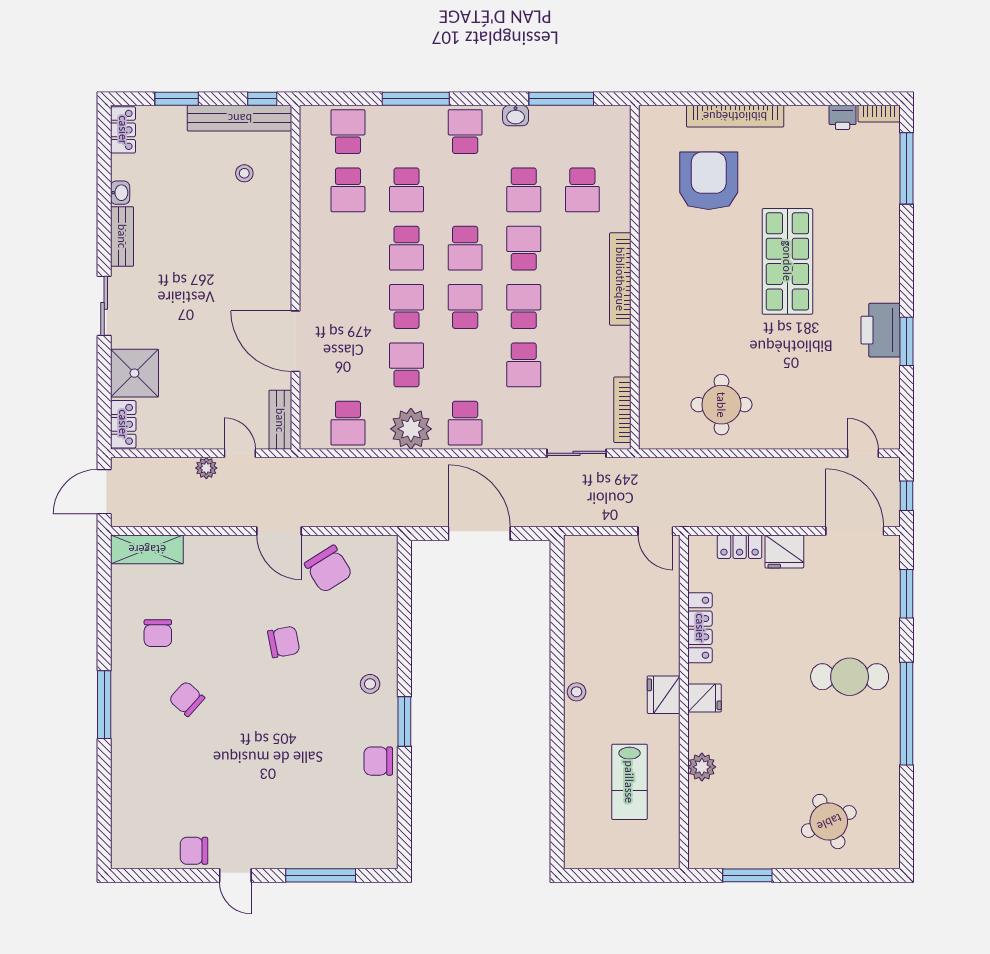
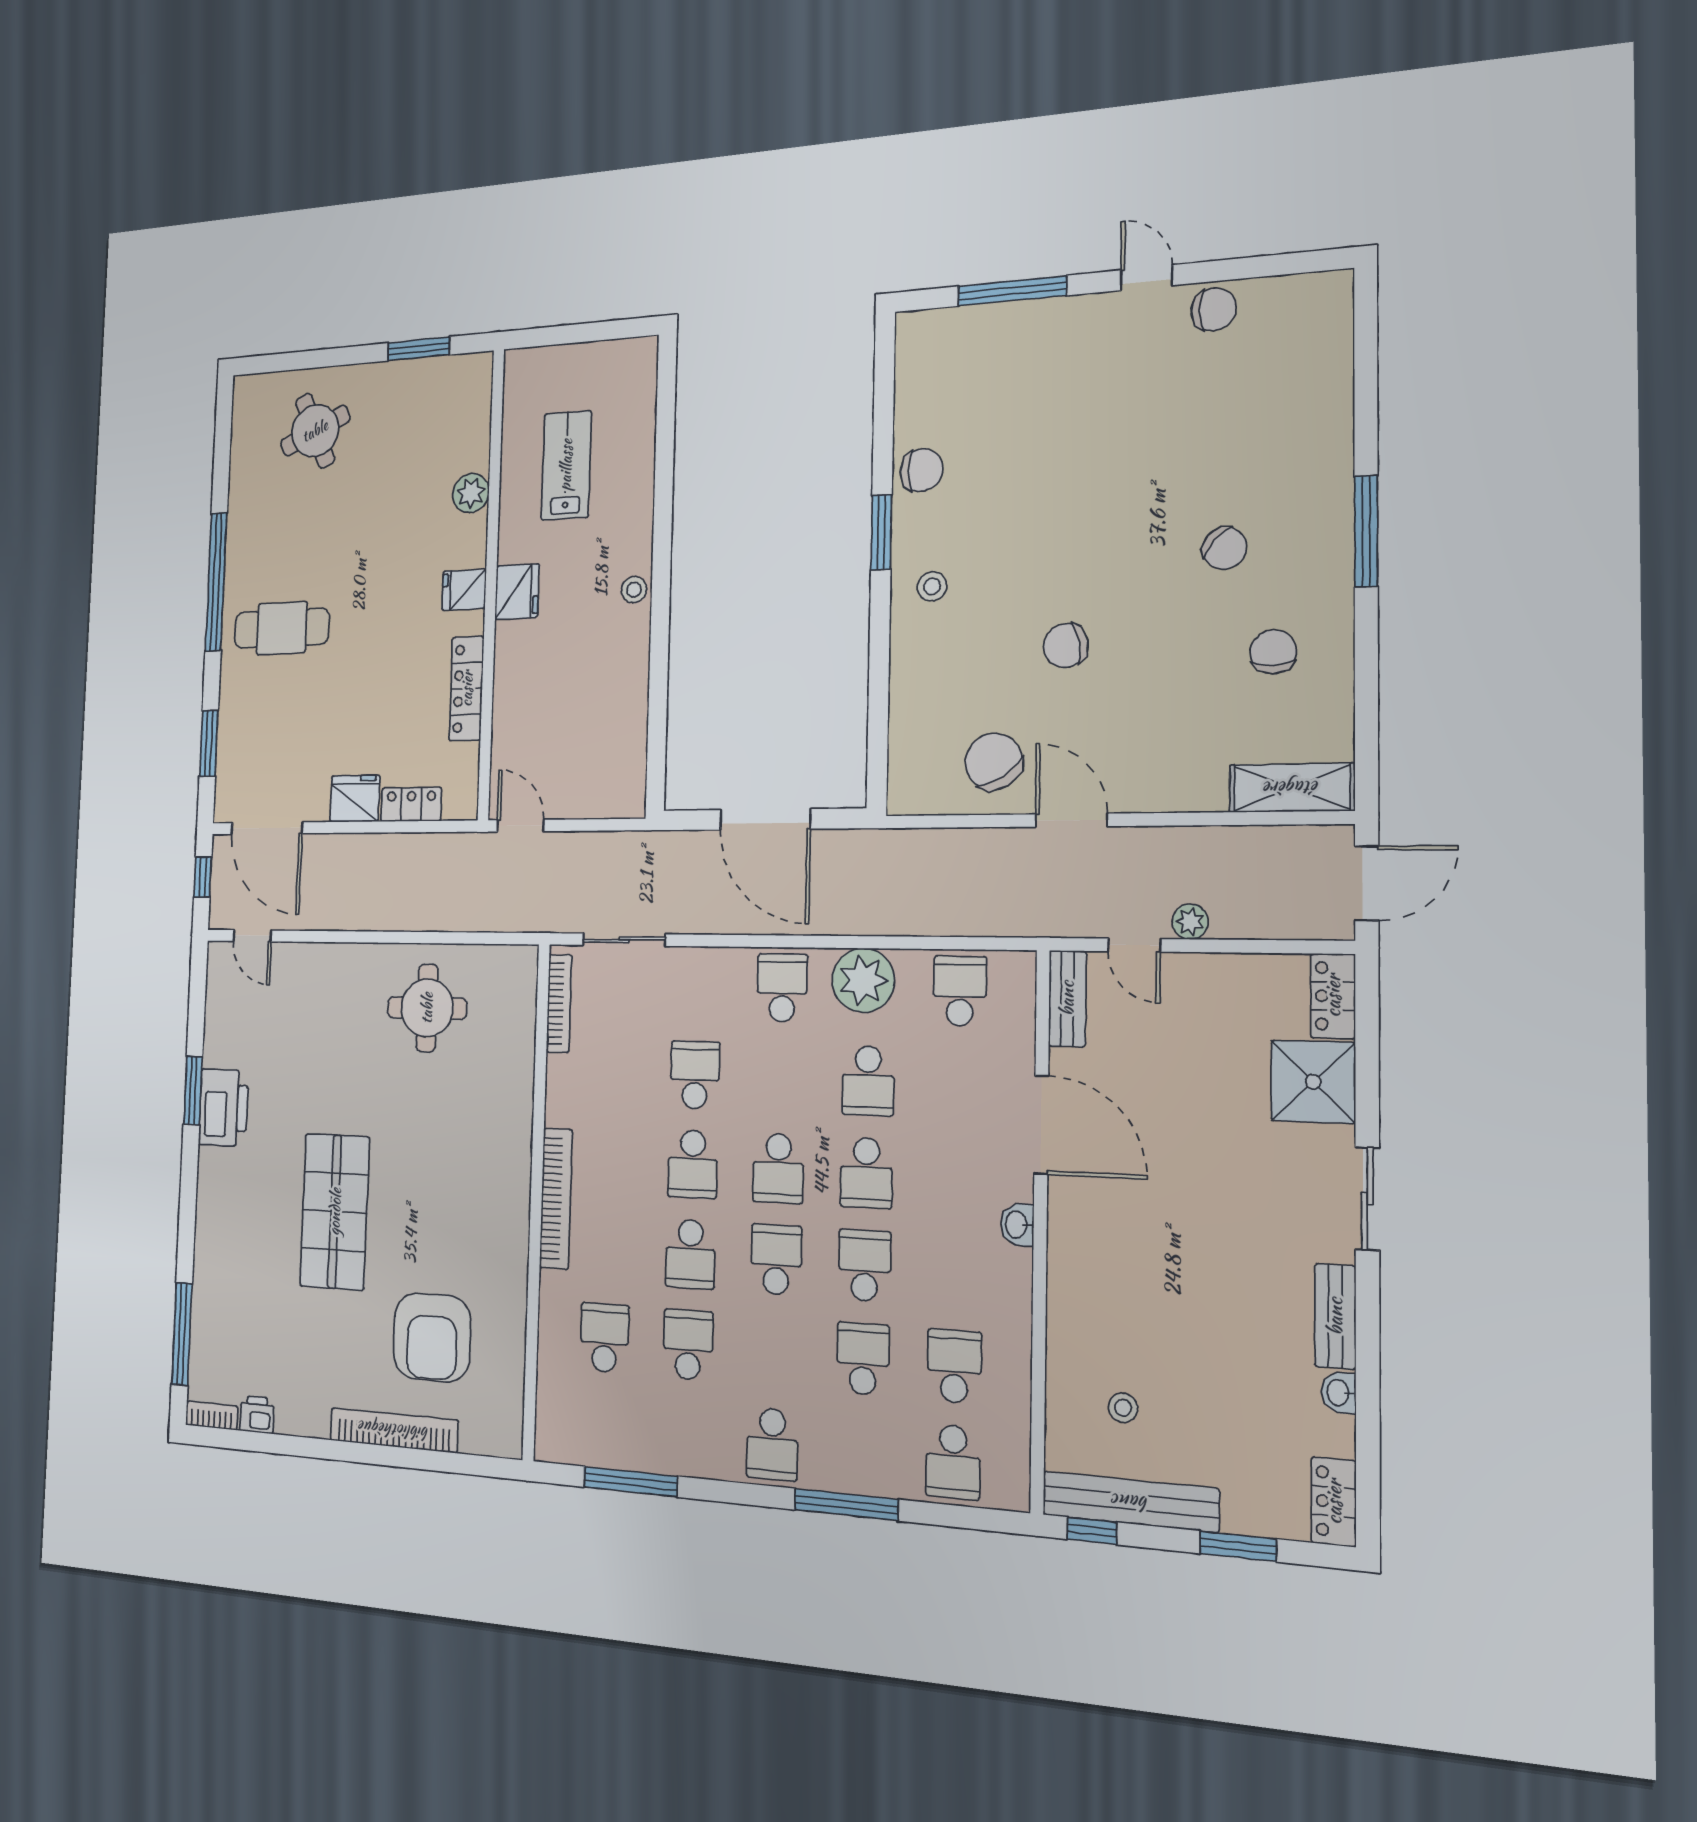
washbasin: (516, 116) -> (1017, 1225), moved, turned -90

